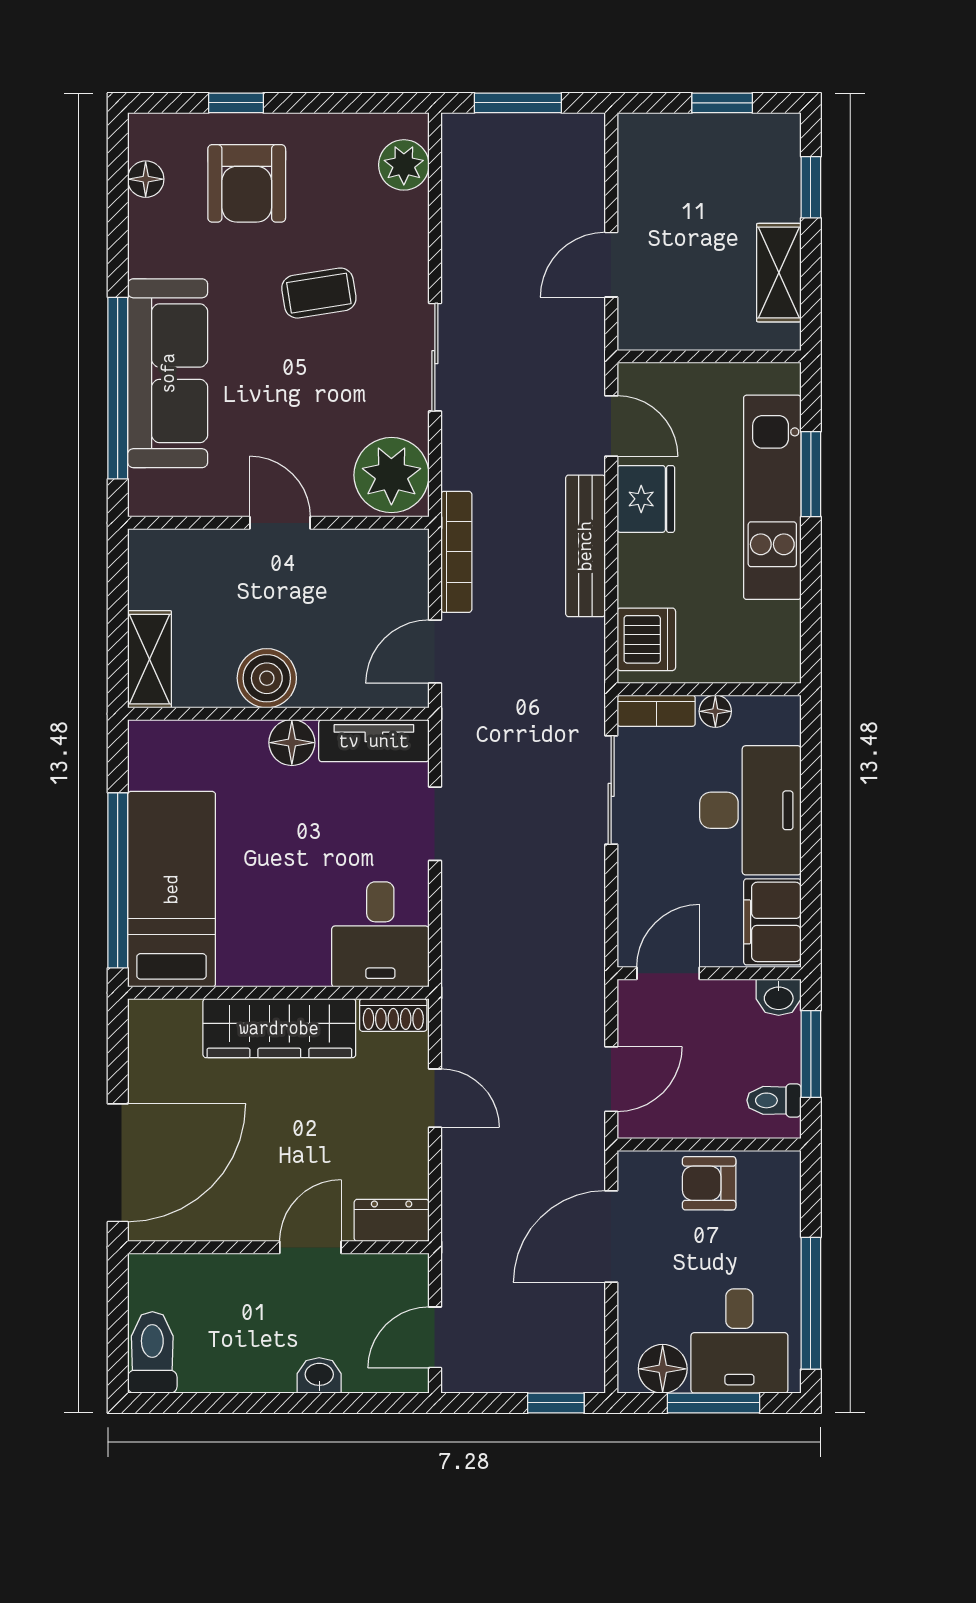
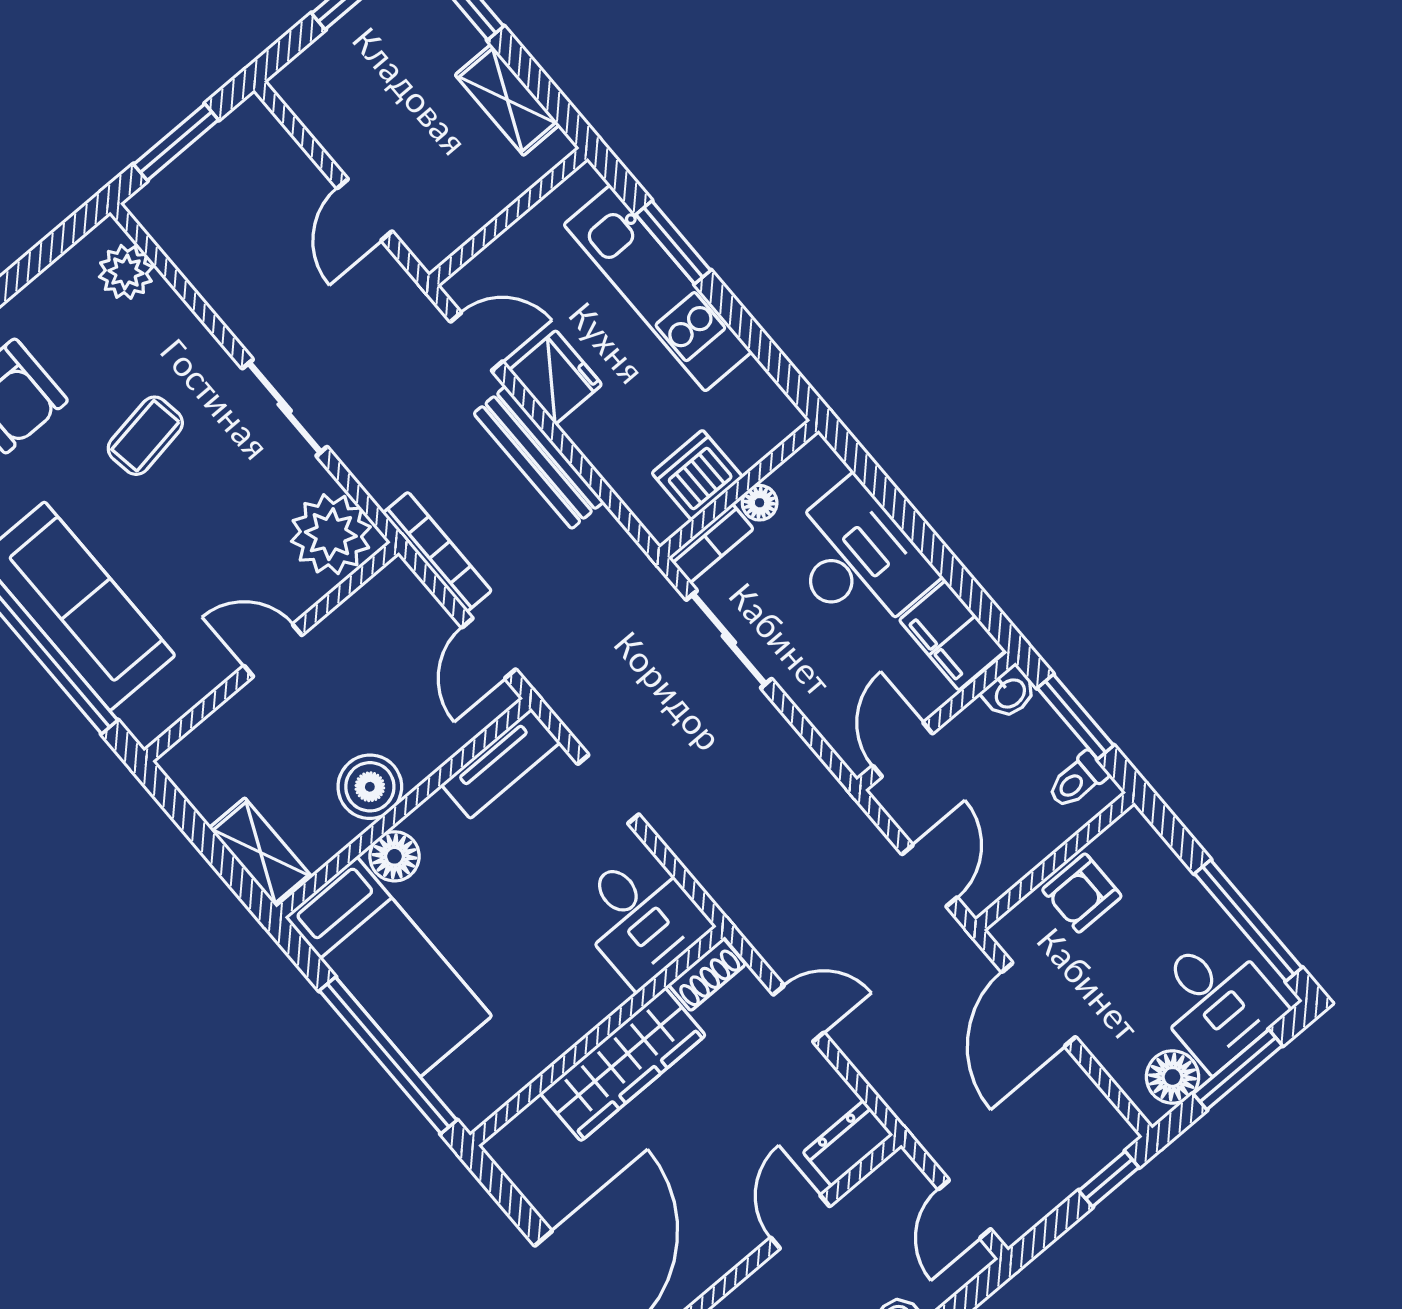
dishwasher: (646, 639) -> (697, 475), moved, turned -90
floor lamp: (292, 743) -> (394, 856), moved
bed: (171, 889) -> (388, 967), moved, turned 180

